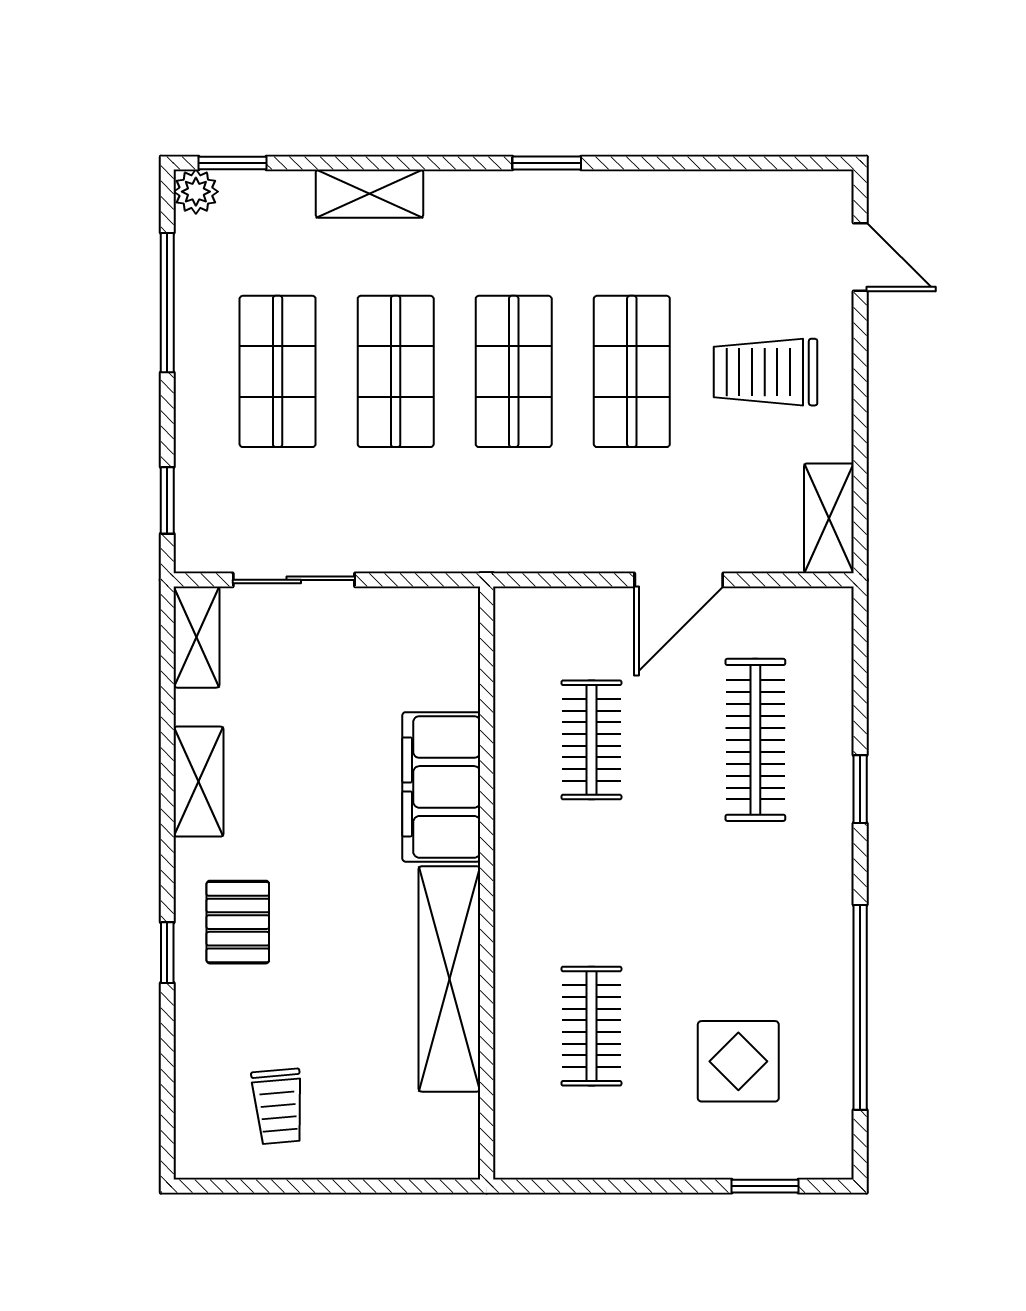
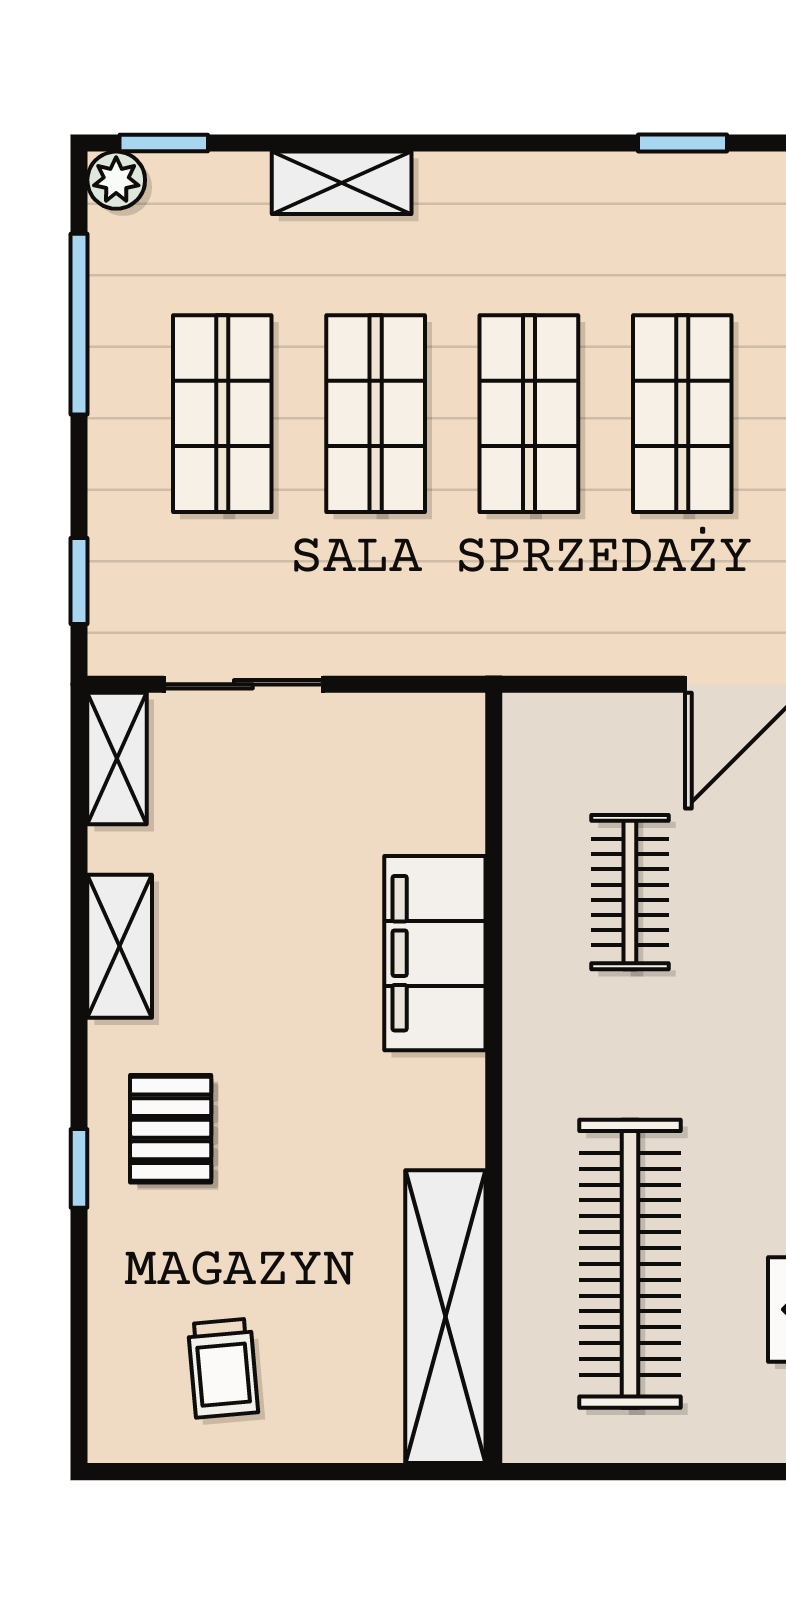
window: (547, 163) -> (682, 143), moved
shelving: (449, 979) -> (445, 1317), moved
clothes rail: (591, 1026) -> (630, 1264), width x1.86, depth x1.31

